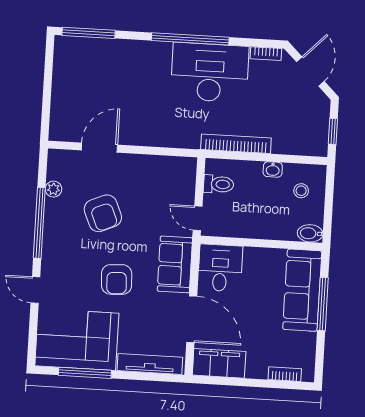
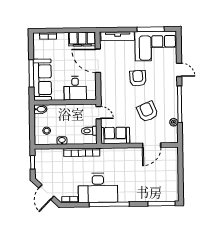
sofa: (175, 264) -> (115, 135), moved, turned -90
desk: (220, 268) -> (75, 88), moved

